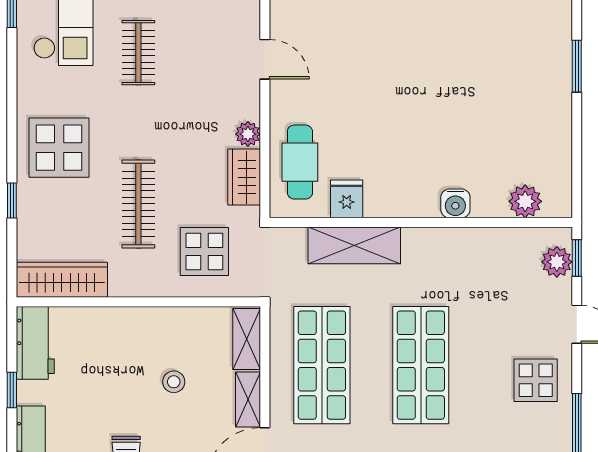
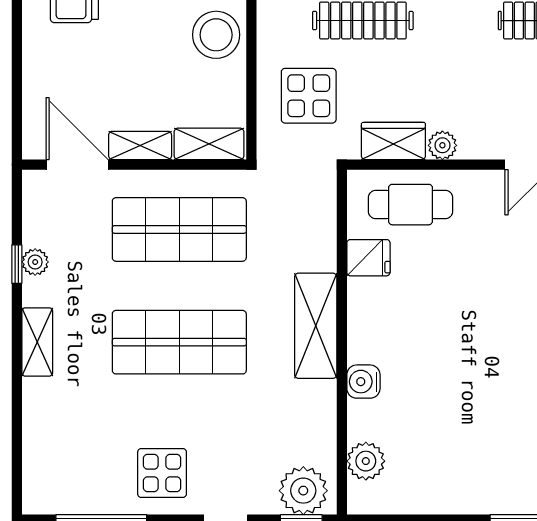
shelving: (354, 245) -> (316, 326), moved
plant: (557, 262) -> (303, 491), width x1.36, depth x1.36
stool: (174, 382) -> (216, 35), moved, width x1.89, depth x1.89

